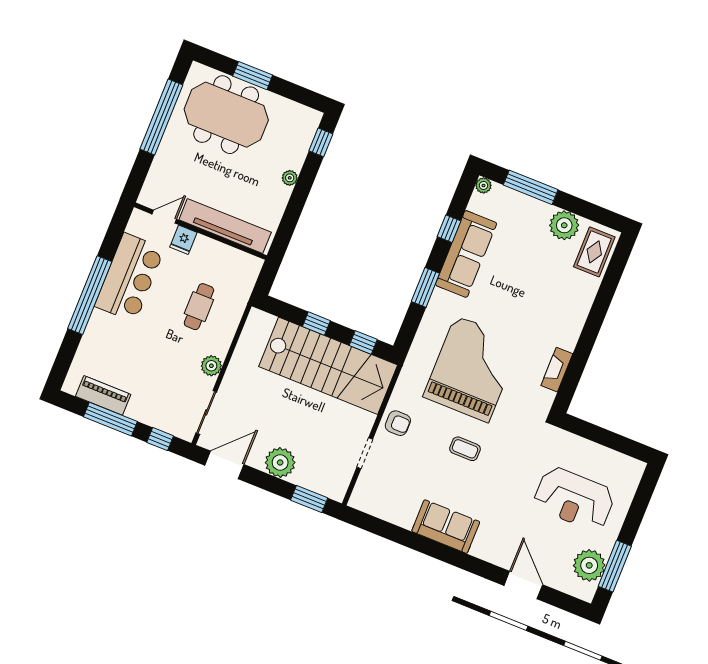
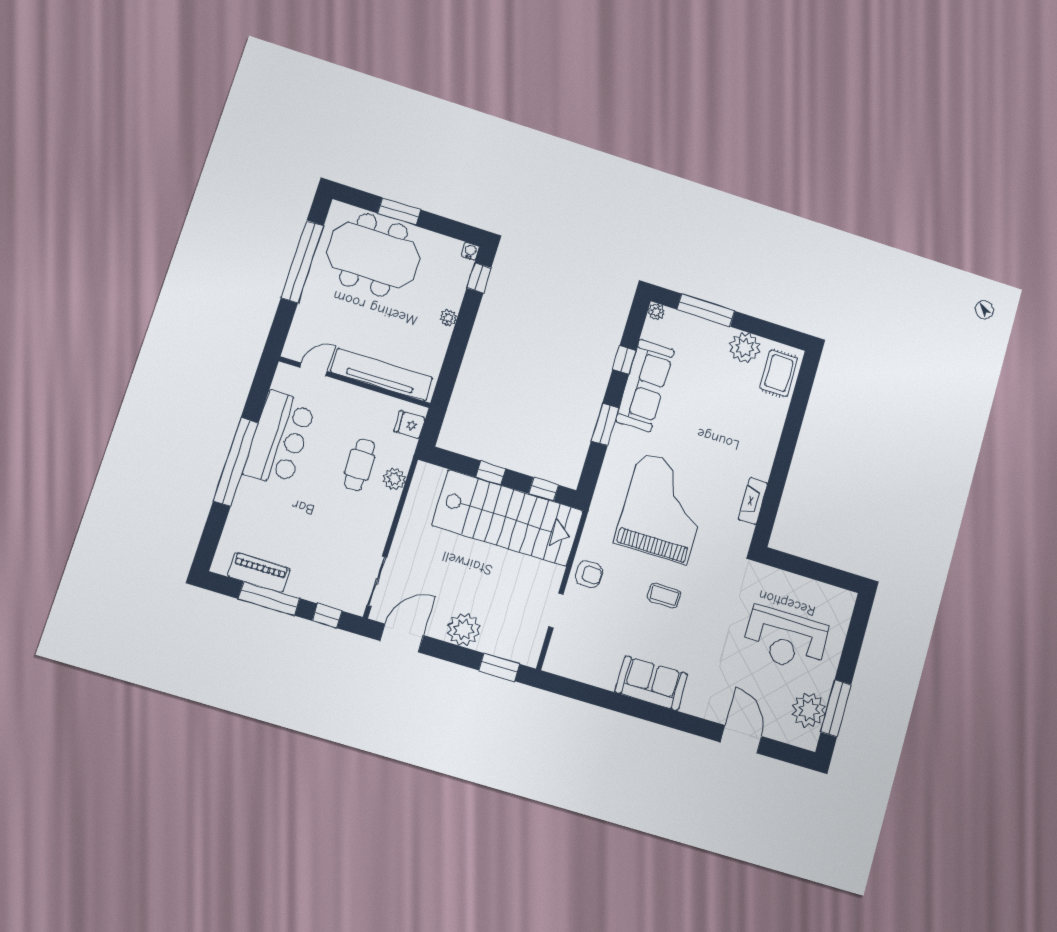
water cooler: (315, 117) -> (470, 251), added
fridge: (183, 240) -> (410, 425), moved, turned 90
plant: (211, 366) -> (394, 479), moved

